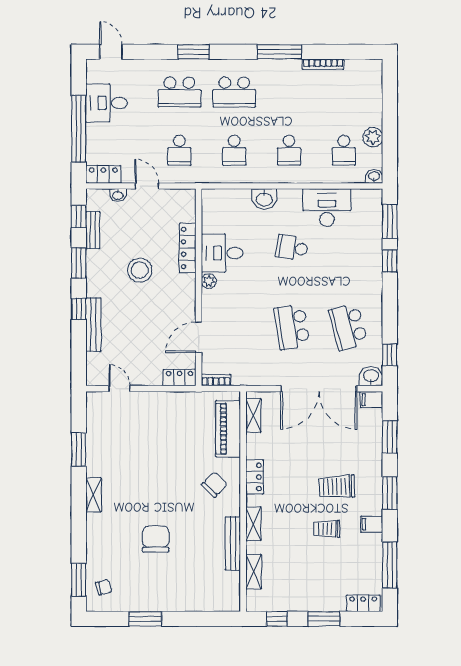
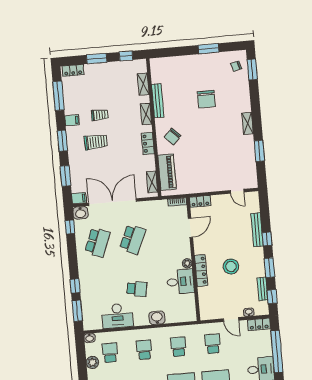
locker: (188, 248) -> (201, 270), moved
school desk: (292, 327) -> (133, 239), turned 33
school desk: (348, 327) -> (97, 242), turned 36

